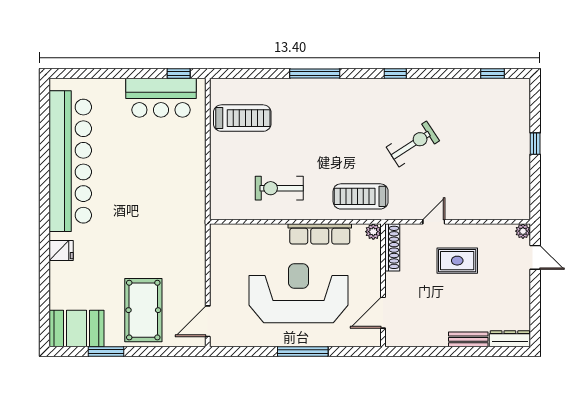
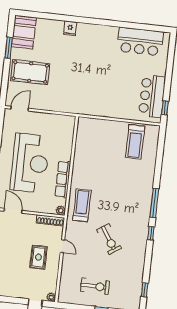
window: (315, 74) -> (154, 203), moved
bar counter: (70, 161) -> (140, 42), width x0.54
exercise bike: (279, 188) -> (95, 286), moved, turned 90
door: (208, 321) -> (20, 109), hinge flipped

